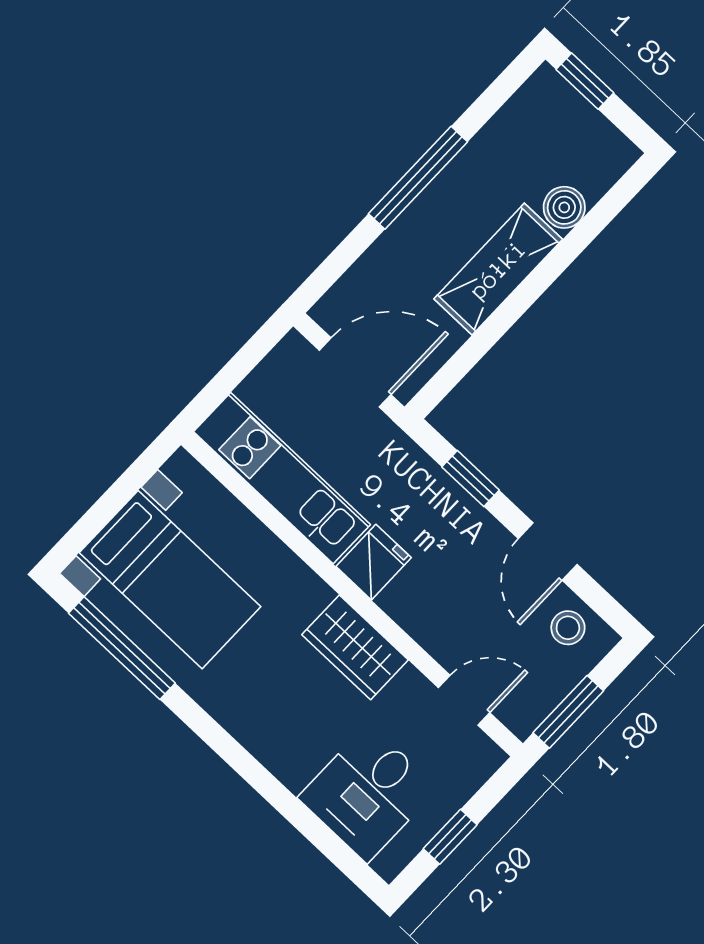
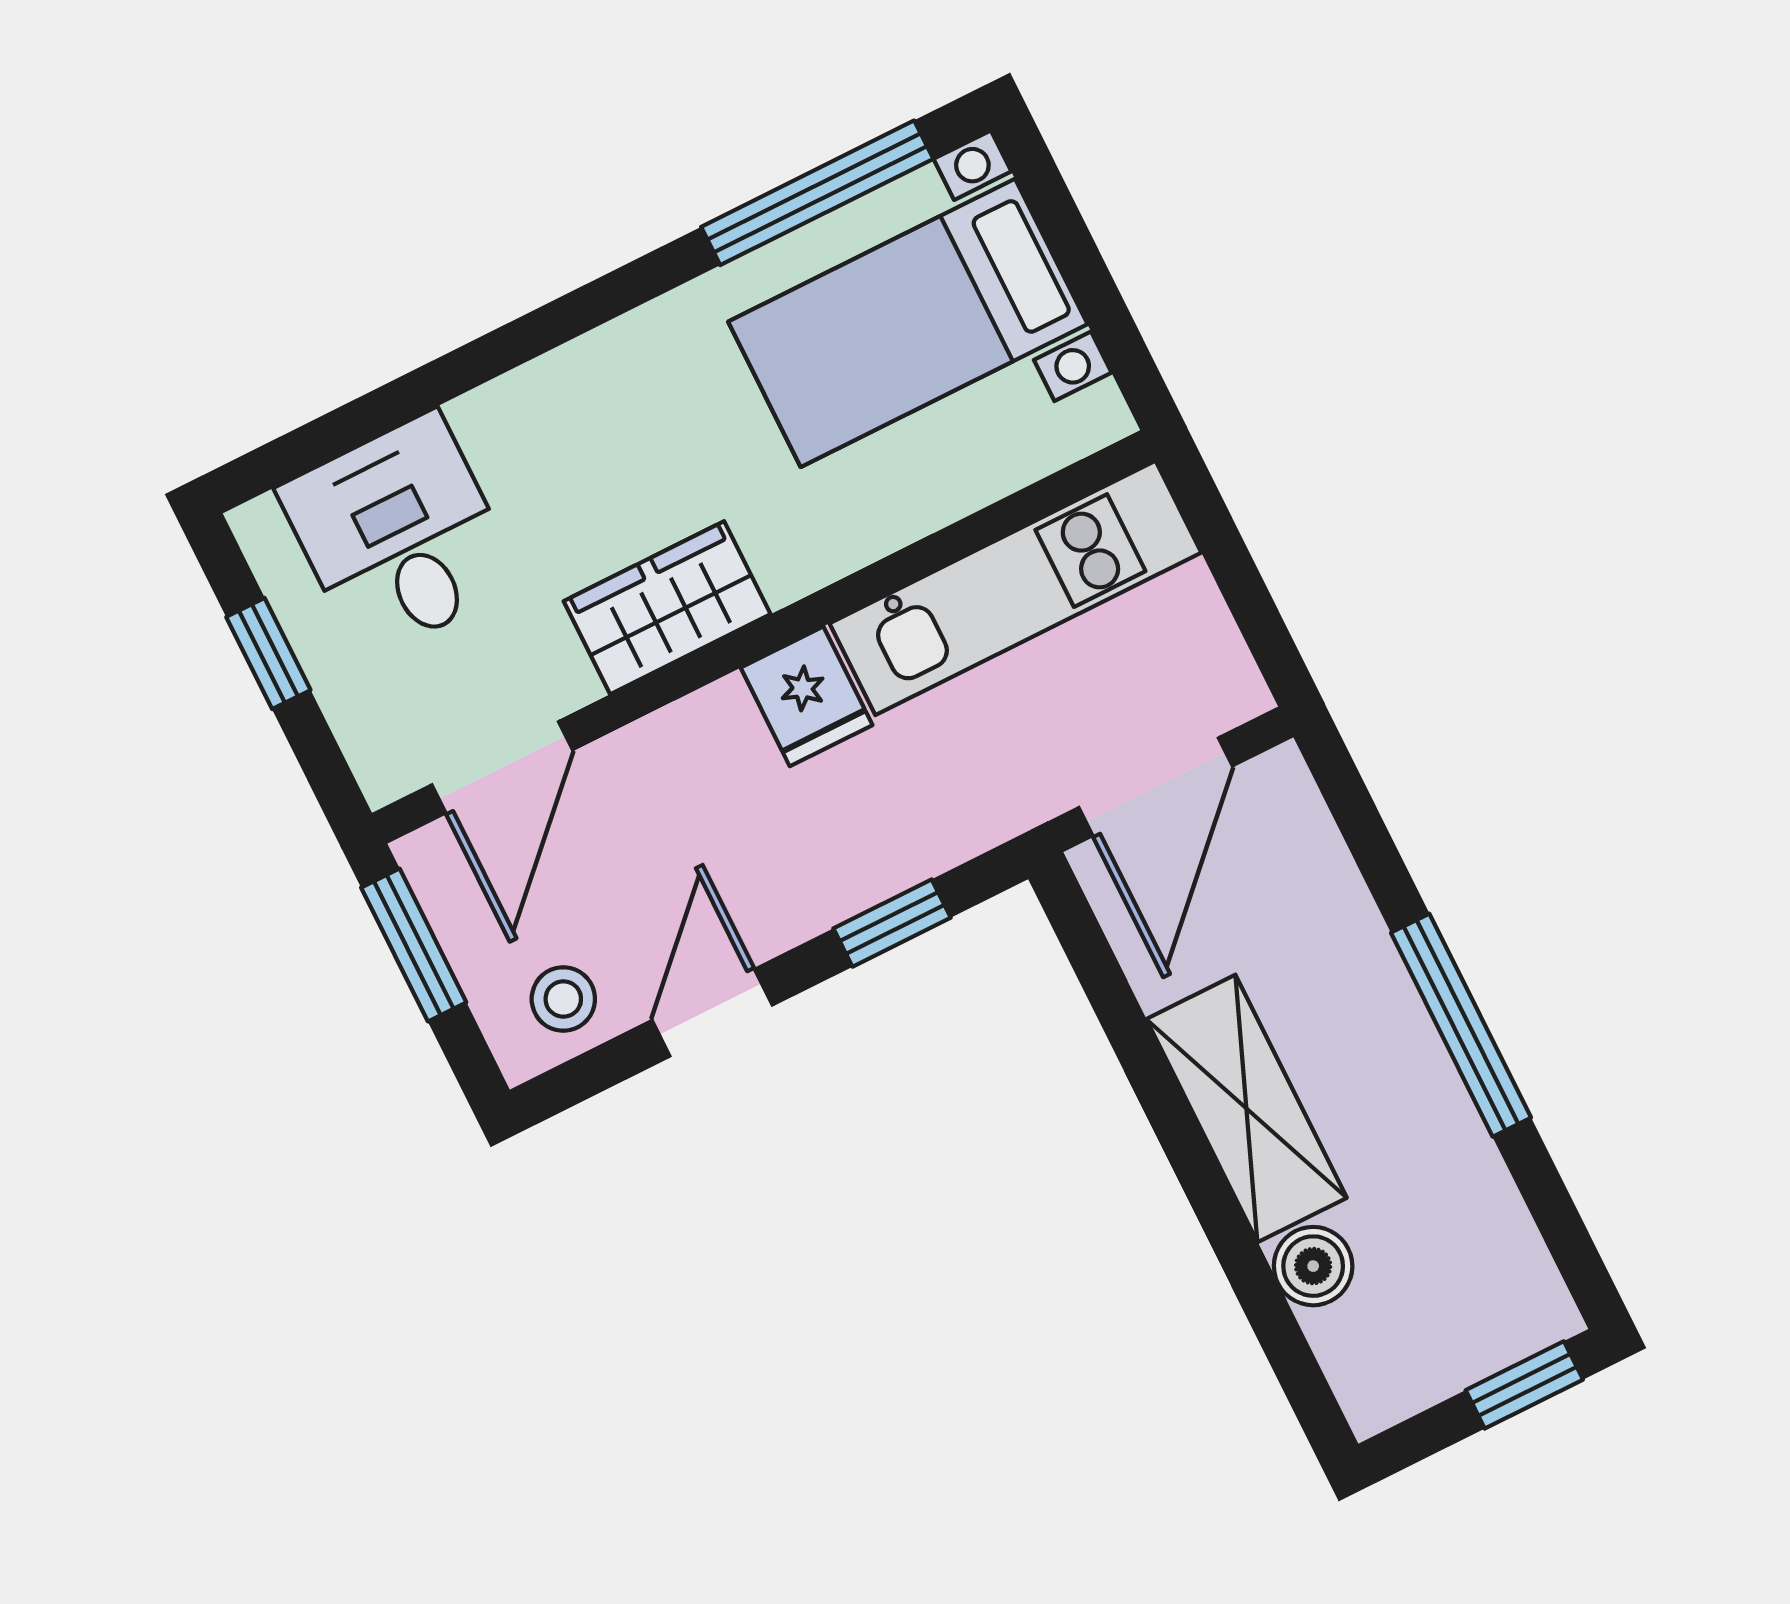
door: (548, 551) -> (712, 1013), hinge flipped
door: (464, 700) -> (502, 767), width x1.38

